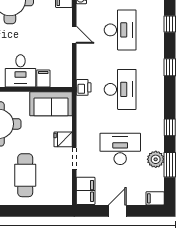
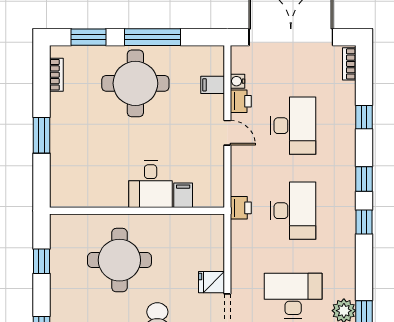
printer: (84, 13) -> (241, 101), added
sofa: (51, 104) -> (194, 231), removed
window: (170, 127) -> (364, 222), moved

